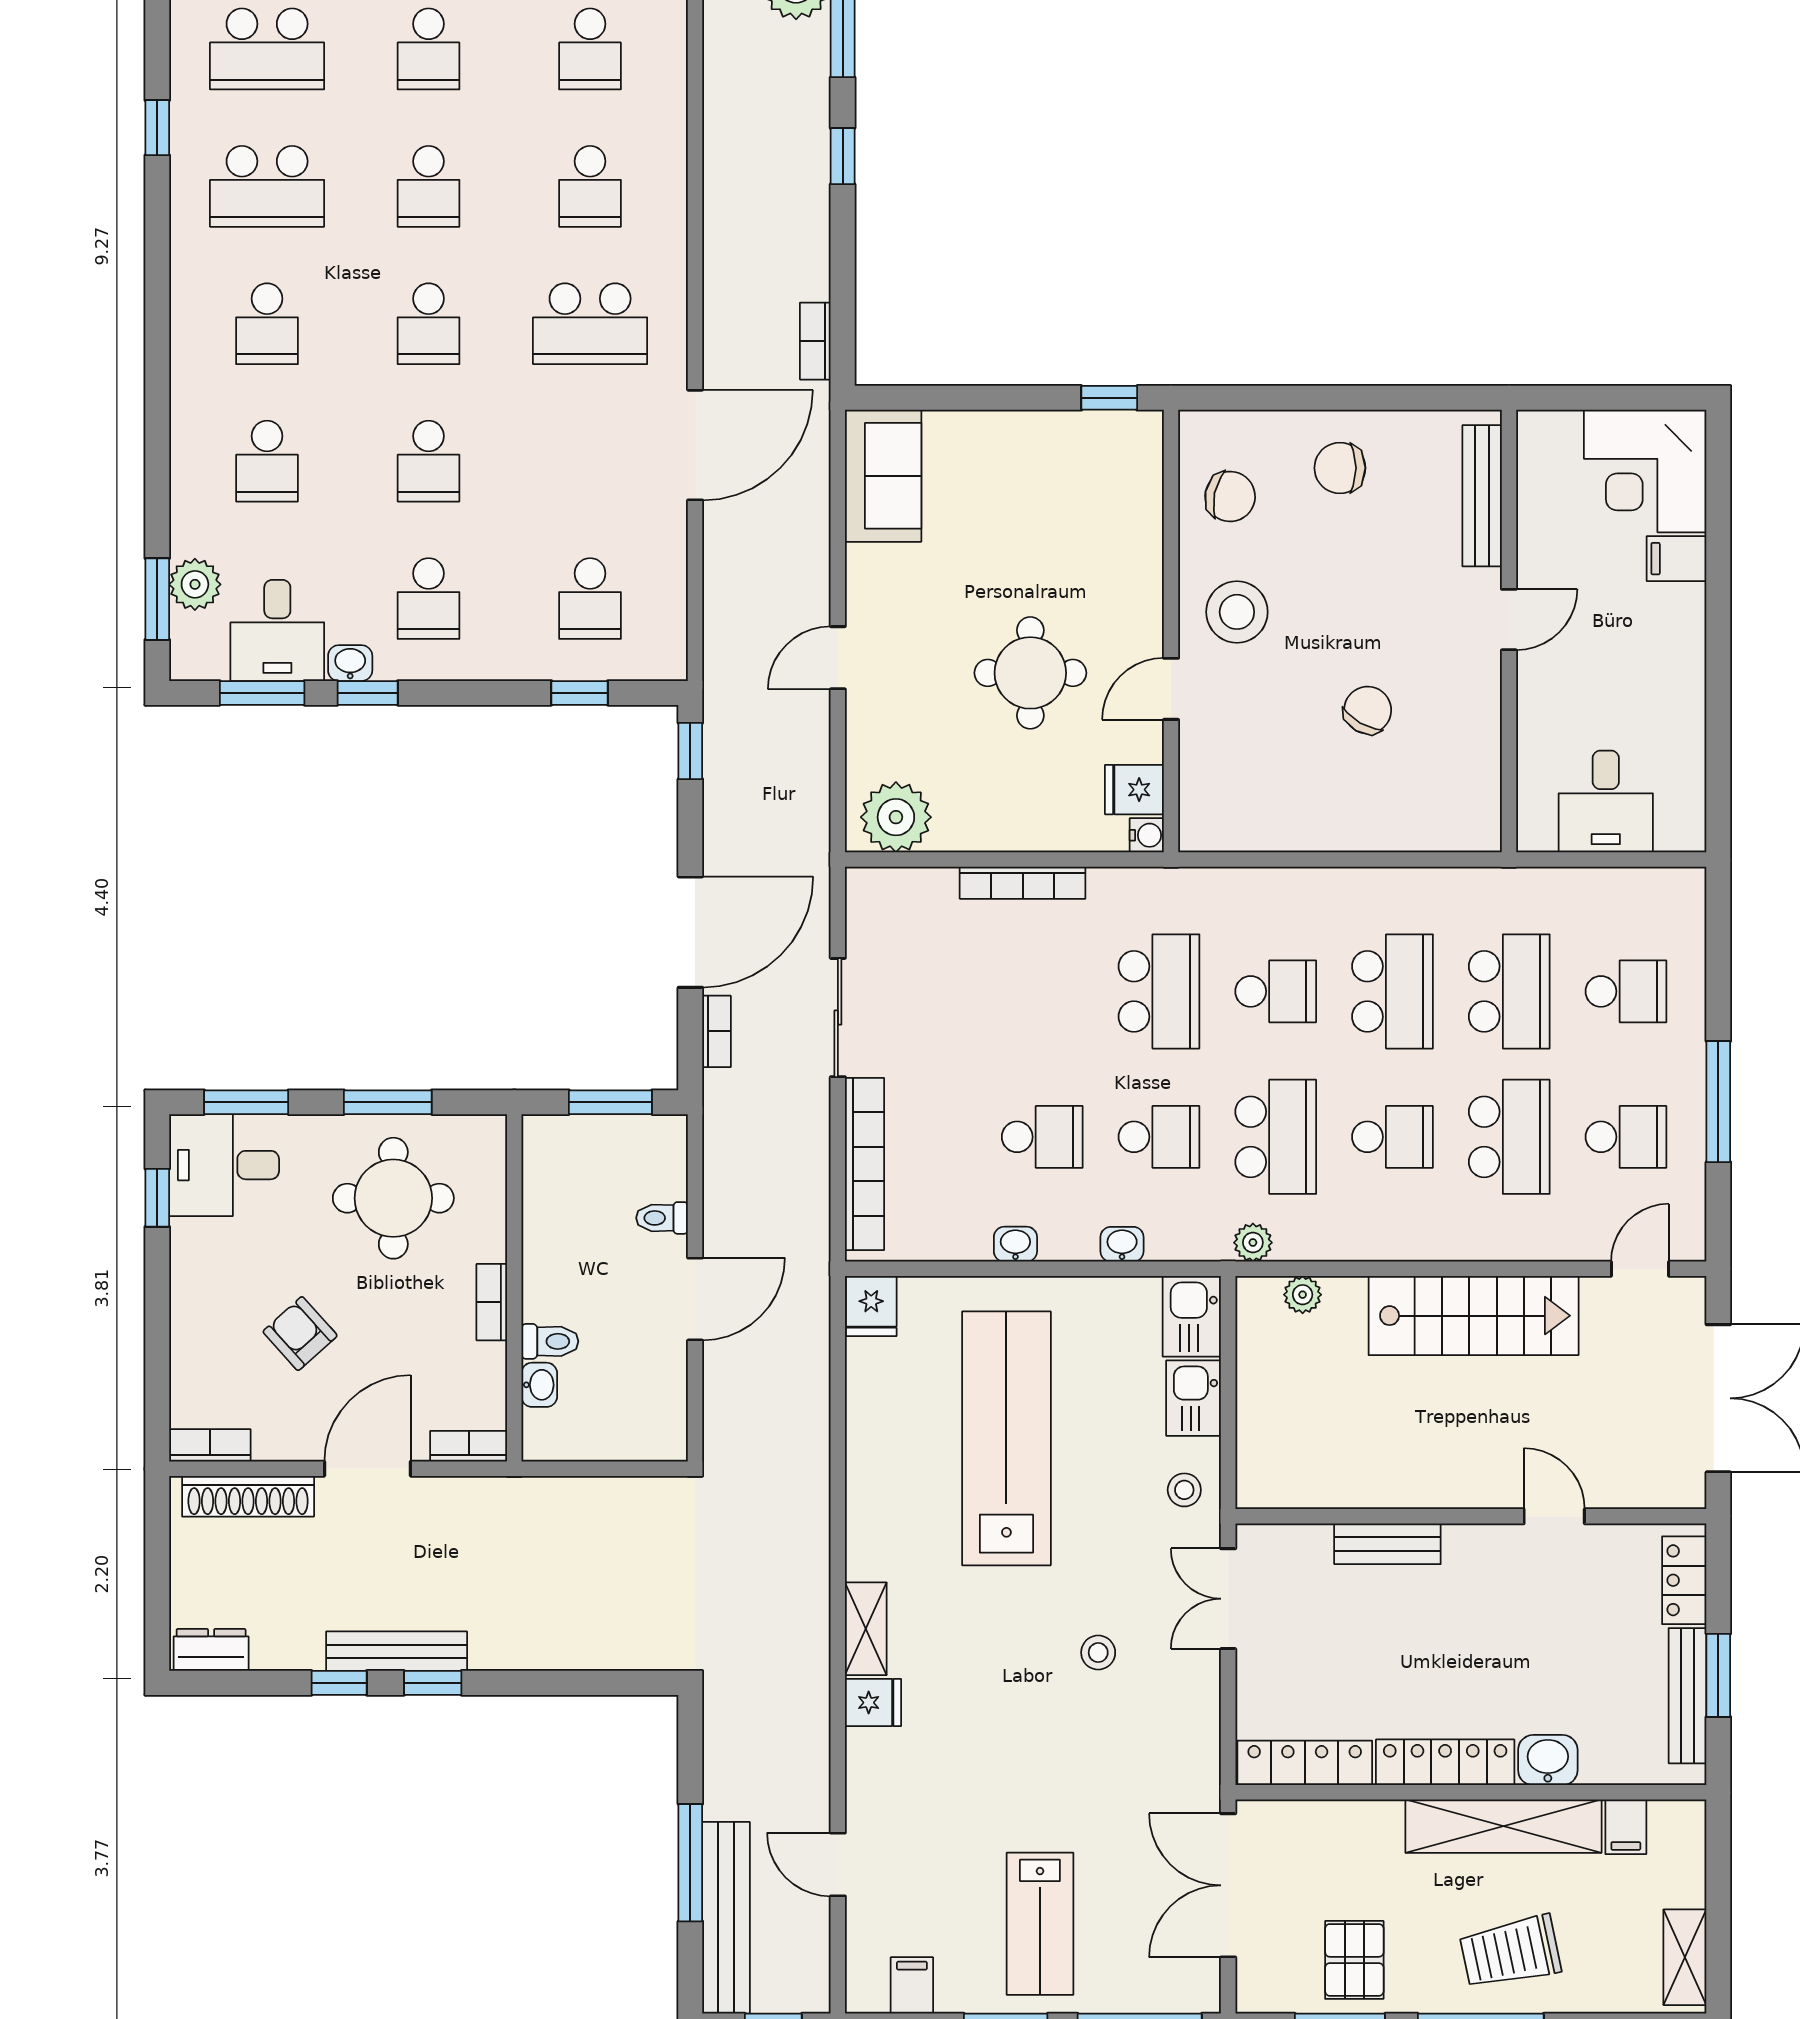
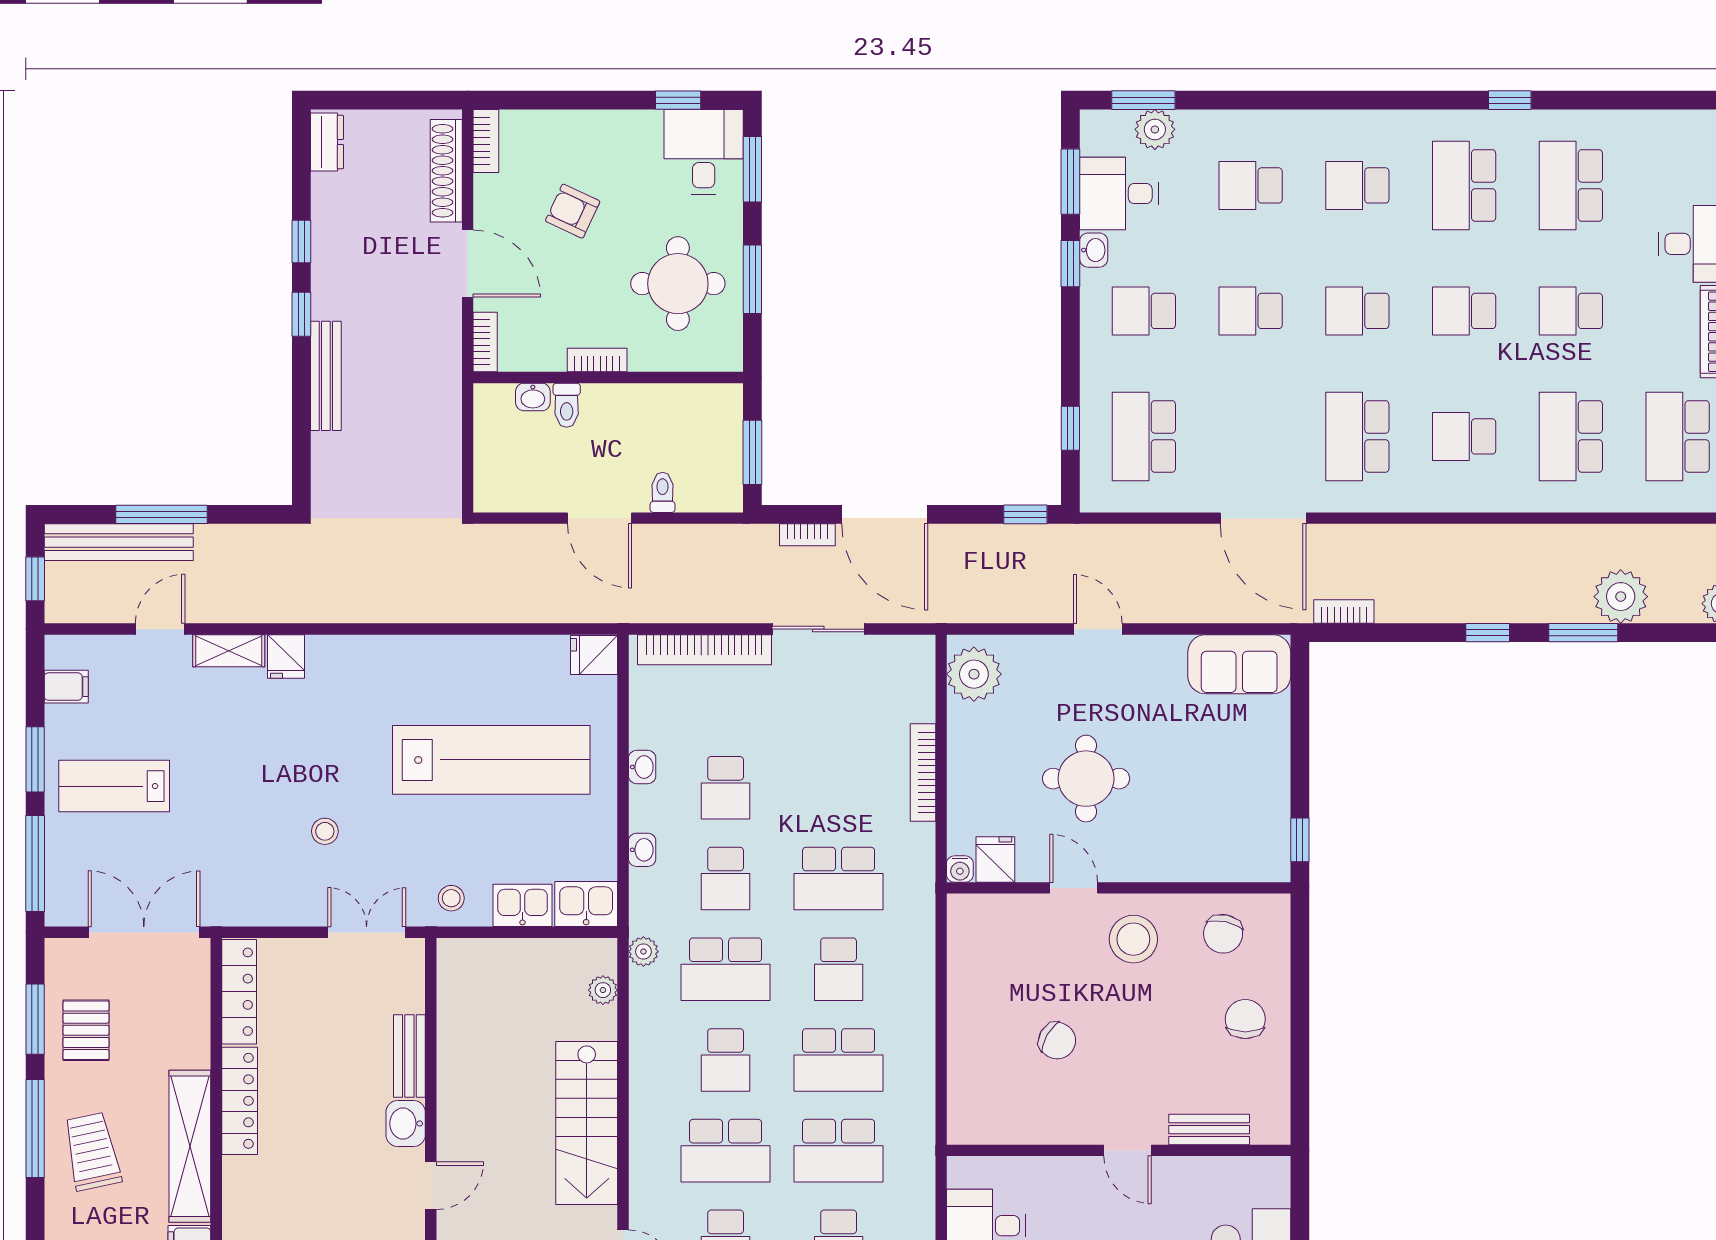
school desk: (590, 49) -> (1571, 436), width x1.85
bench: (1482, 496) -> (1209, 1130), width x0.73
school desk: (590, 599) -> (1144, 436), width x1.85
armchair: (300, 1334) -> (573, 211), turned -113
shelving: (866, 1629) -> (229, 651), moved
bench: (397, 1651) -> (326, 376), moved
washbasin: (1548, 1760) -> (406, 1124), moved, turned 180
pallet: (1354, 1960) -> (86, 1030), turned 90

